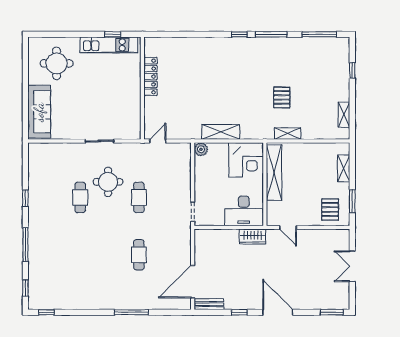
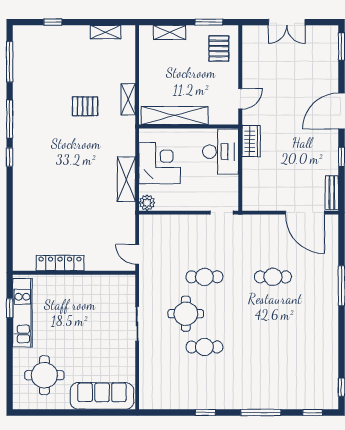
corner desk: (246, 160) -> (160, 163), moved
pallet: (330, 210) -> (219, 49), turned 90

